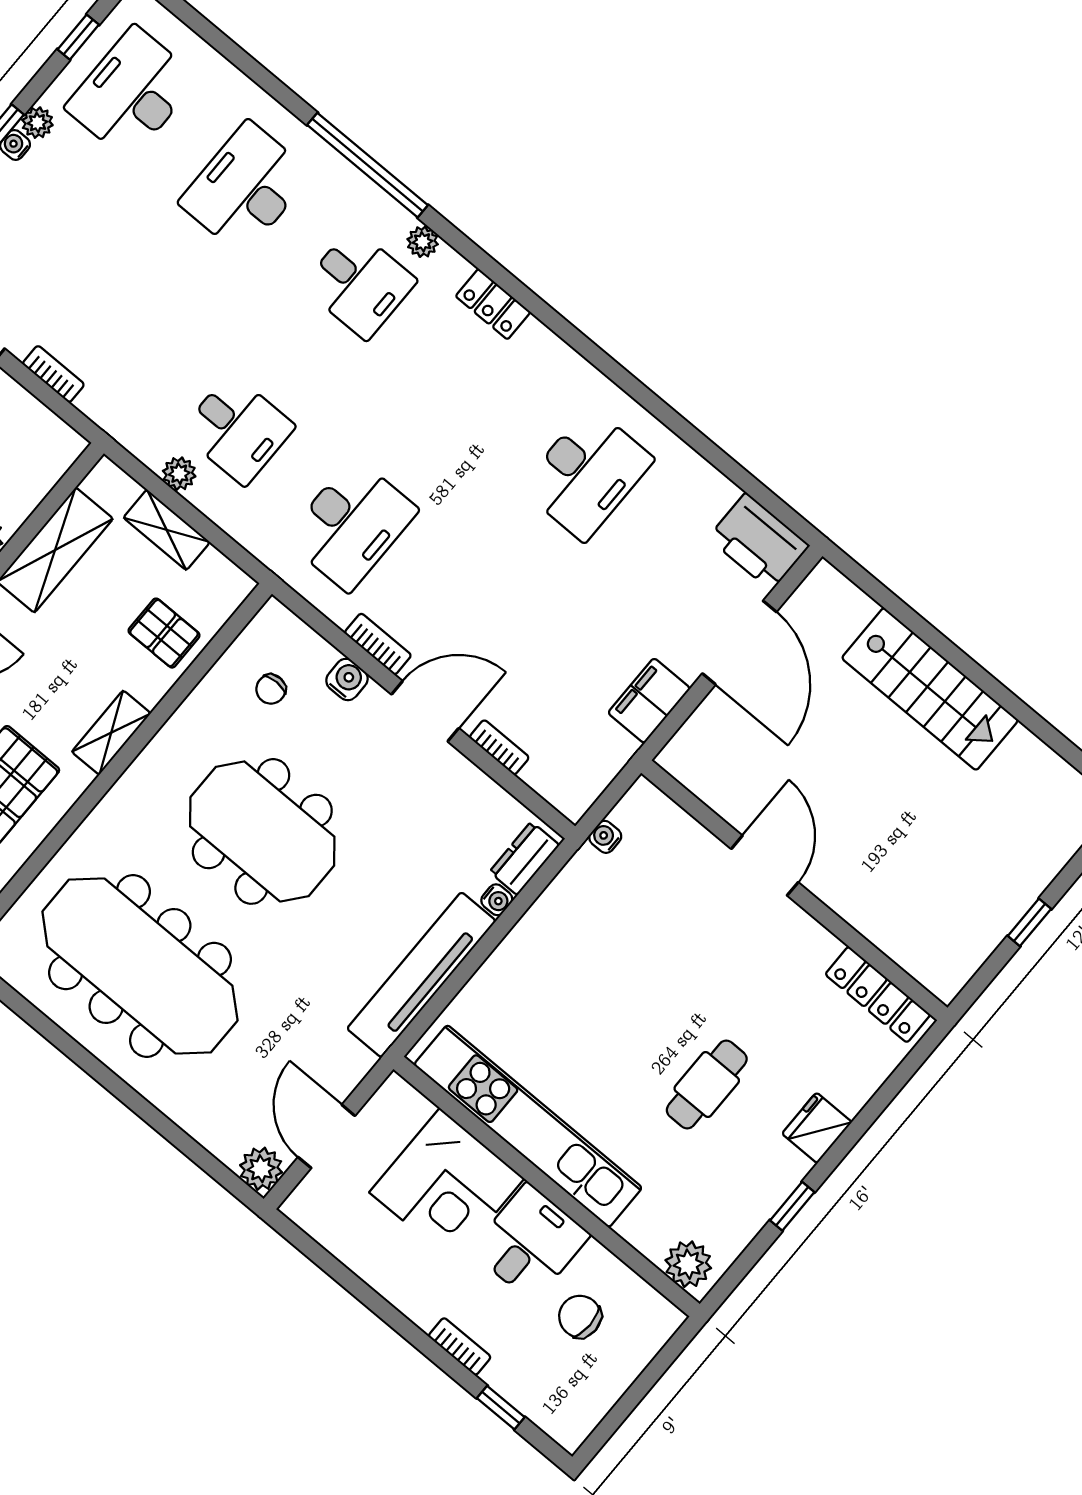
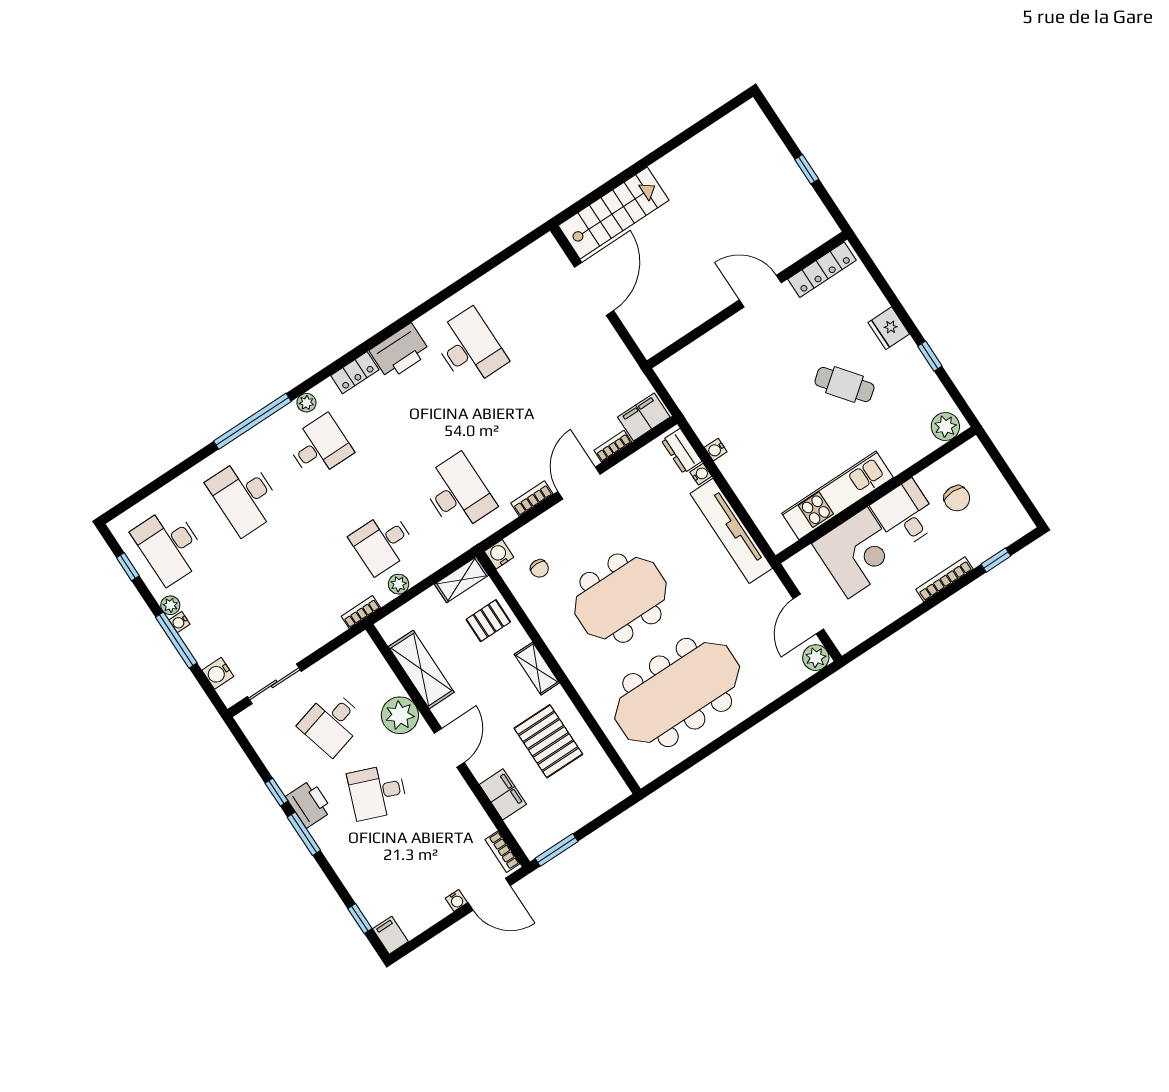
bookcase: (53, 374) -> (361, 612), moved
desk: (237, 429) -> (383, 543), turned 180
shelving: (167, 530) -> (461, 580), moved
printer: (759, 542) -> (400, 352), moved
door: (739, 643) -> (594, 289), hinge flipped
water cooler: (347, 679) -> (499, 554), moved
stairs: (930, 689) -> (614, 213), moved
filing cabinet: (649, 701) -> (644, 417), moved, turned 90
water cooler: (605, 837) -> (716, 450), moved
door: (765, 866) -> (760, 291), moved
cafe table: (707, 1085) -> (844, 385), turned -38
kitchen unit: (528, 1126) -> (838, 495), width x0.73
door: (326, 1136) -> (808, 614), hinge flipped
chair: (580, 1317) -> (957, 498), turned -90
bookcase: (460, 1346) -> (944, 579), width x1.56

